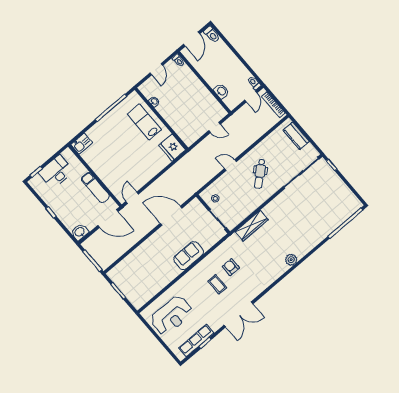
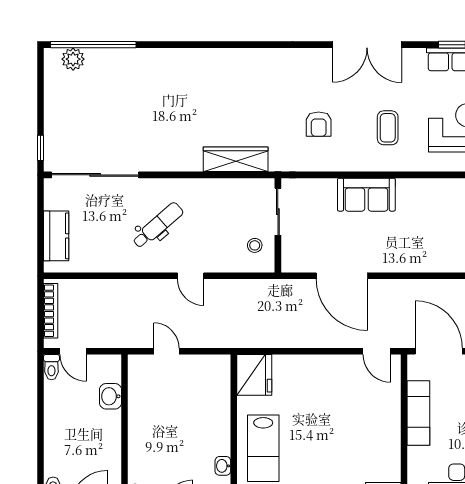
door: (251, 96) -> (73, 351), swing flipped
door: (132, 198) -> (377, 351), hinge flipped
plant: (291, 260) -> (73, 59), moved
coffee table: (217, 284) -> (388, 128), moved
double door: (238, 314) -> (367, 45), swing flipped

